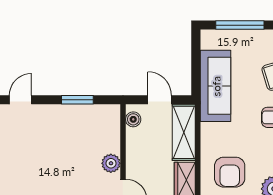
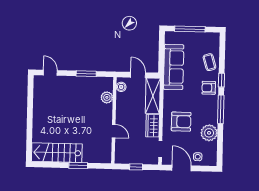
door: (20, 100) -> (50, 73), hinge flipped
plant: (111, 163) -> (107, 97), moved
armchair: (230, 172) -> (181, 122), turned -90

